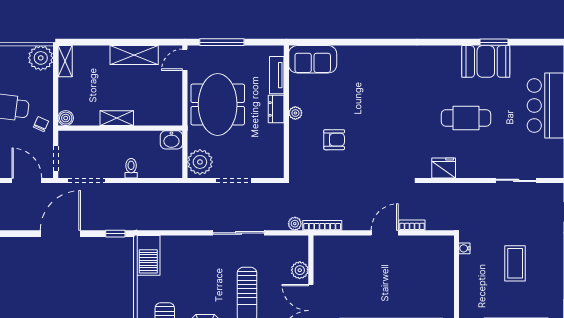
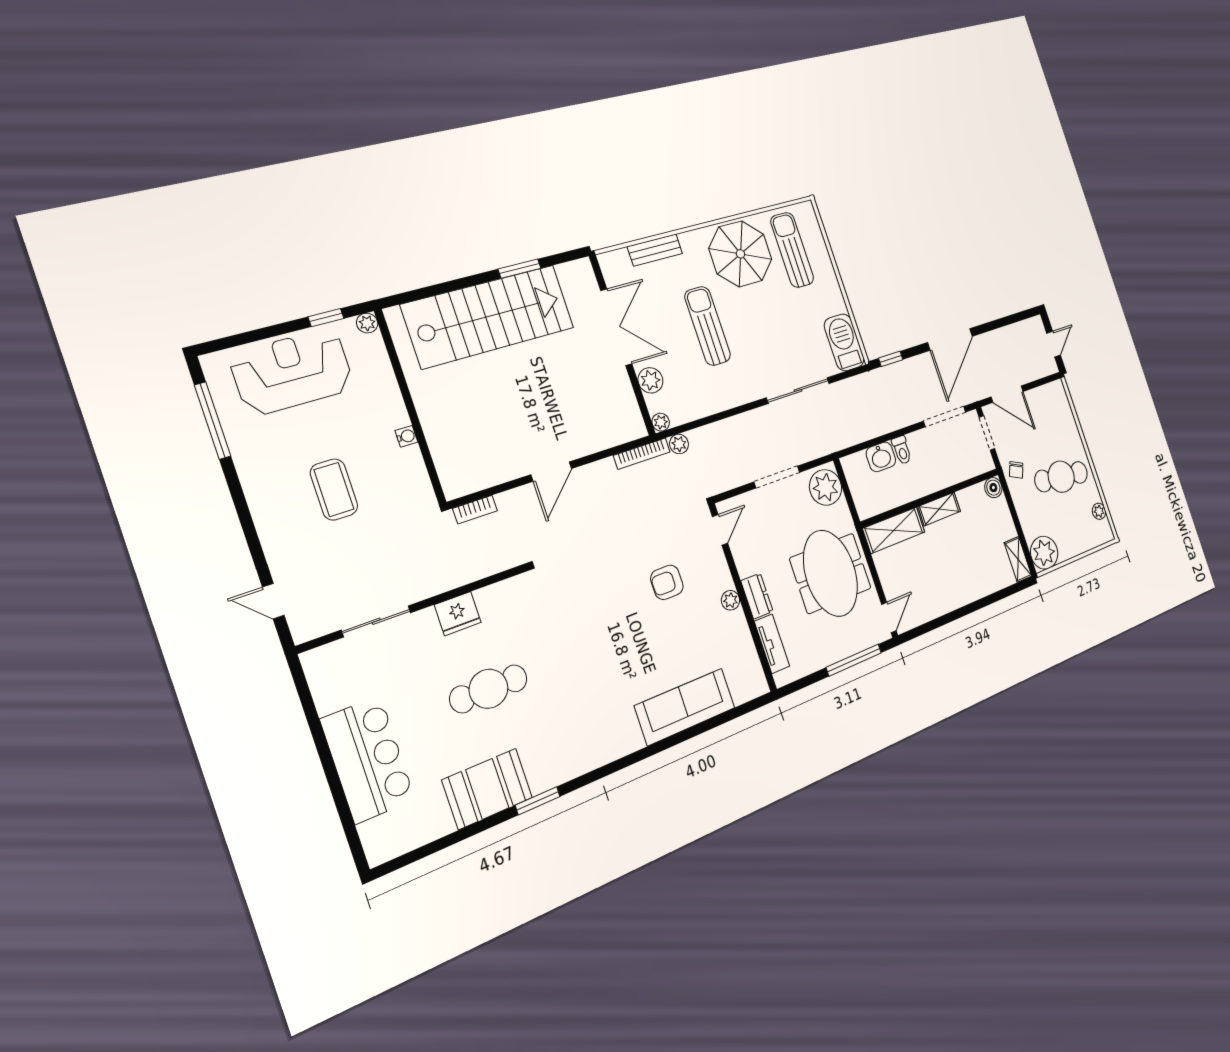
window: (494, 42) -> (538, 801), moved
shelving: (134, 55) -> (894, 530), moved
sofa: (313, 59) -> (685, 707), moved, width x1.36
washbasin: (171, 140) -> (881, 457), moved, turned 180
door: (286, 160) -> (720, 530), added
fridge: (444, 168) -> (458, 614), moved
bookcase: (412, 225) -> (475, 510), moved
sliding door: (239, 233) -> (798, 390), moved
plant: (302, 241) -> (661, 422), added
water cooler: (464, 248) -> (406, 436), moved

